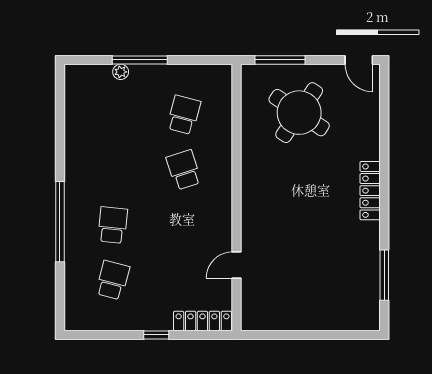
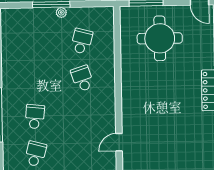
plant: (121, 72) -> (61, 12), moved
round table: (299, 113) -> (160, 38), turned -34

